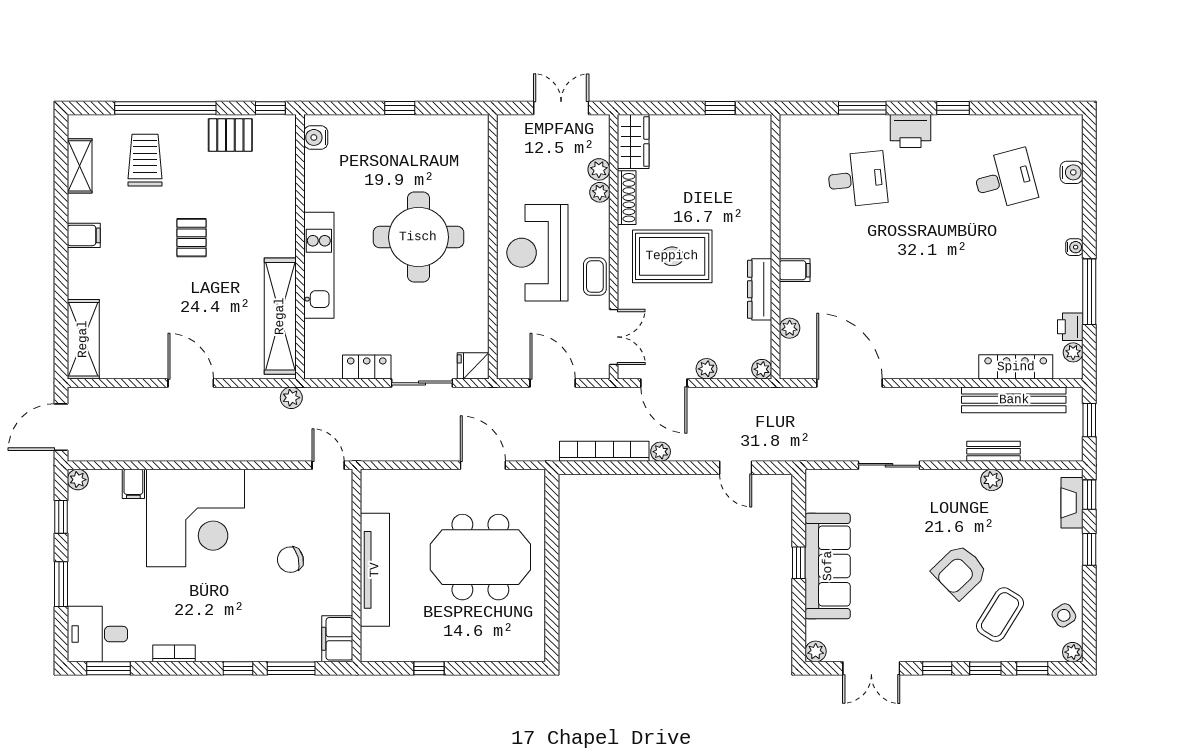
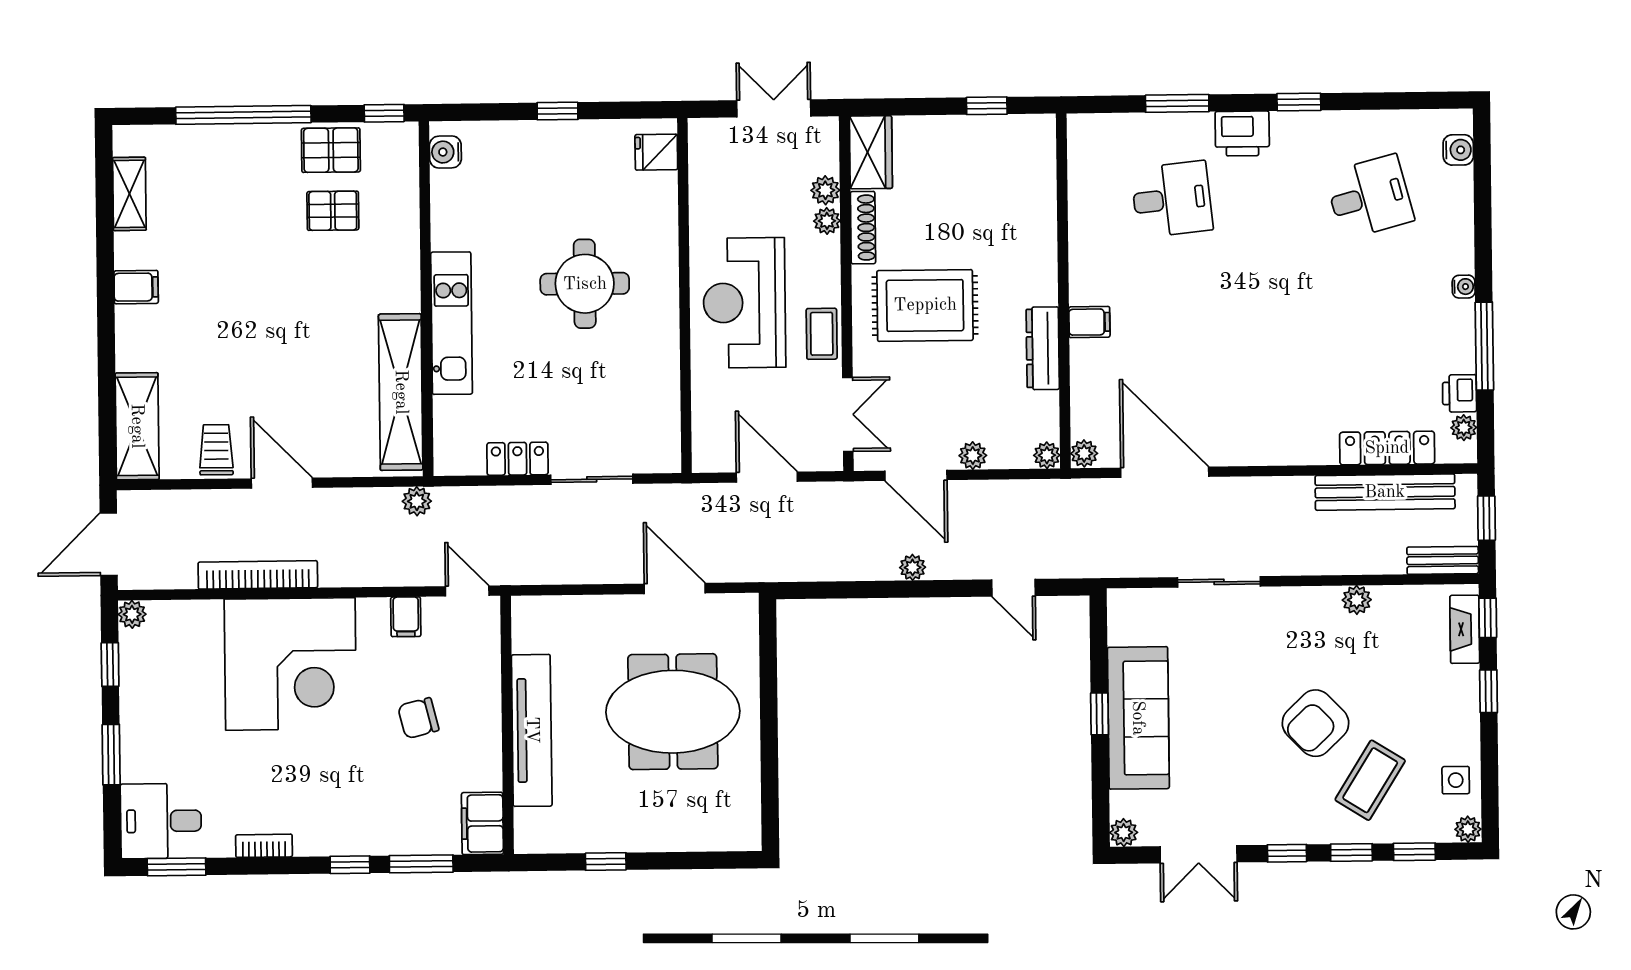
trolley: (145, 160) -> (216, 450), moved, width x0.73, depth x0.72
water cooler: (1071, 172) -> (1458, 150), moved
round table: (418, 237) -> (585, 284), width x0.73, depth x0.73
pallet: (192, 238) -> (333, 211), moved, turned 90
plant: (790, 328) -> (1084, 453), moved
fridge: (473, 366) -> (656, 152), moved
bookcase: (604, 451) -> (258, 575), moved
bench: (993, 451) -> (1443, 560), moved
filing cabinet: (133, 484) -> (406, 617), moved
side table: (1064, 615) -> (1456, 780), turned 33

